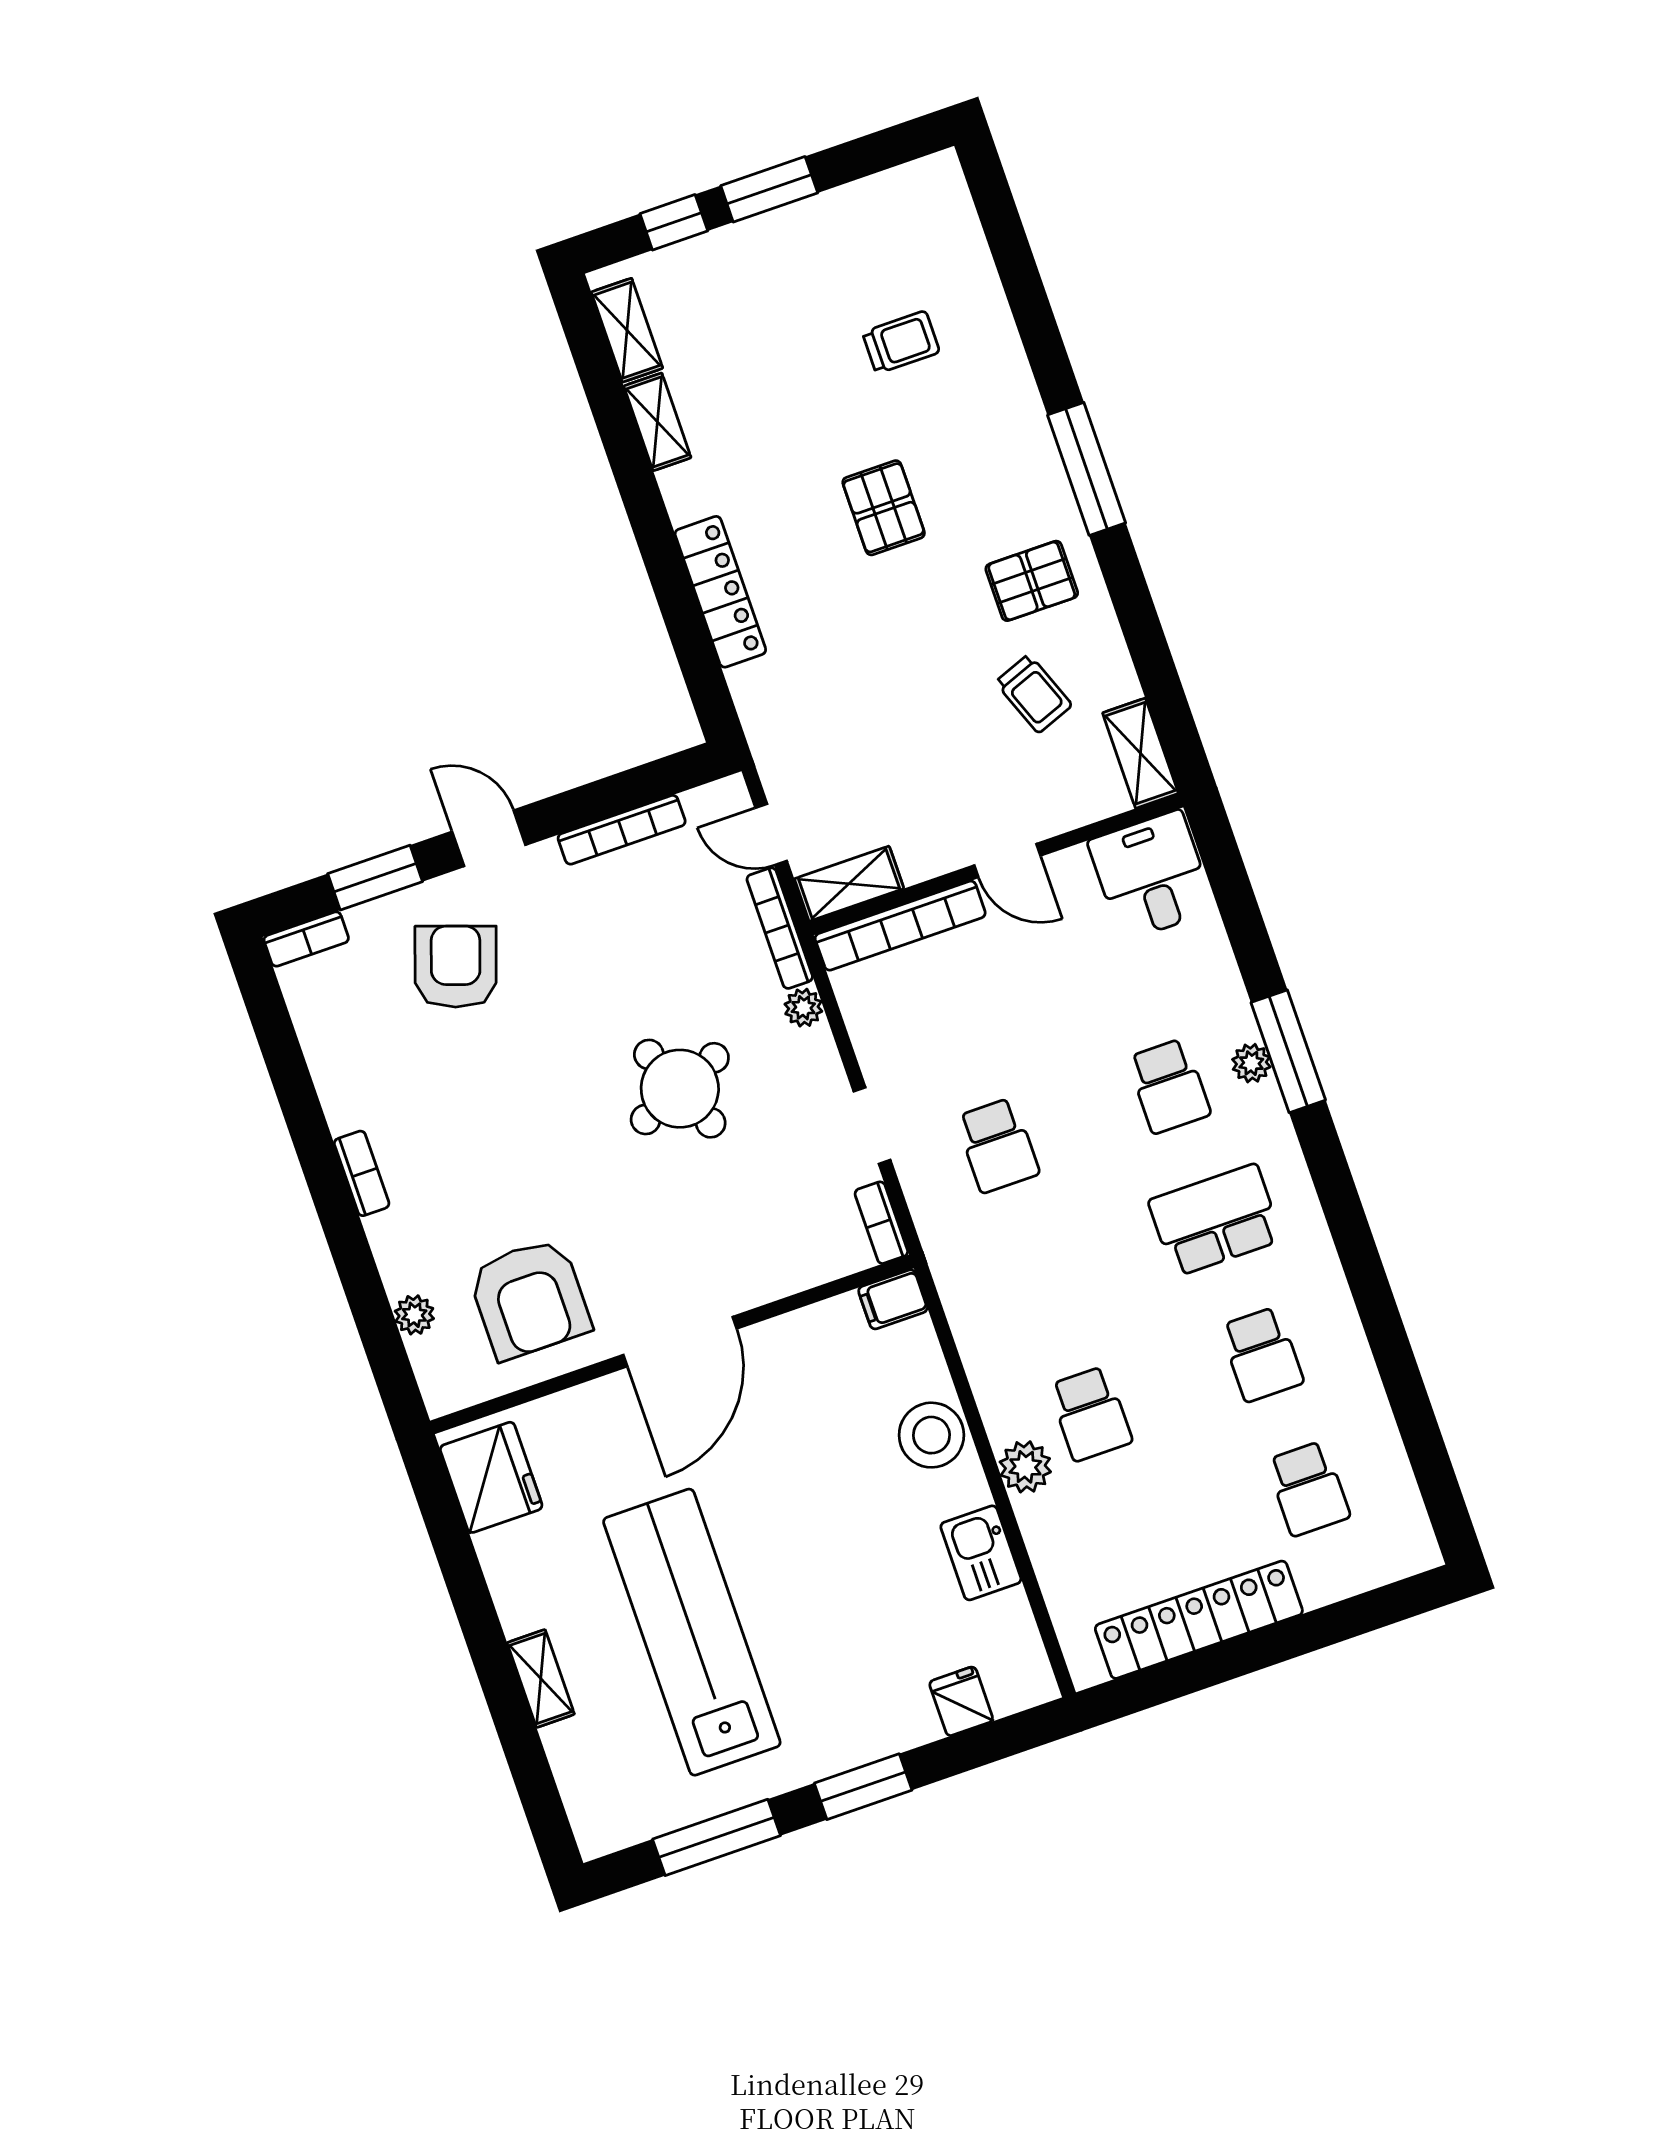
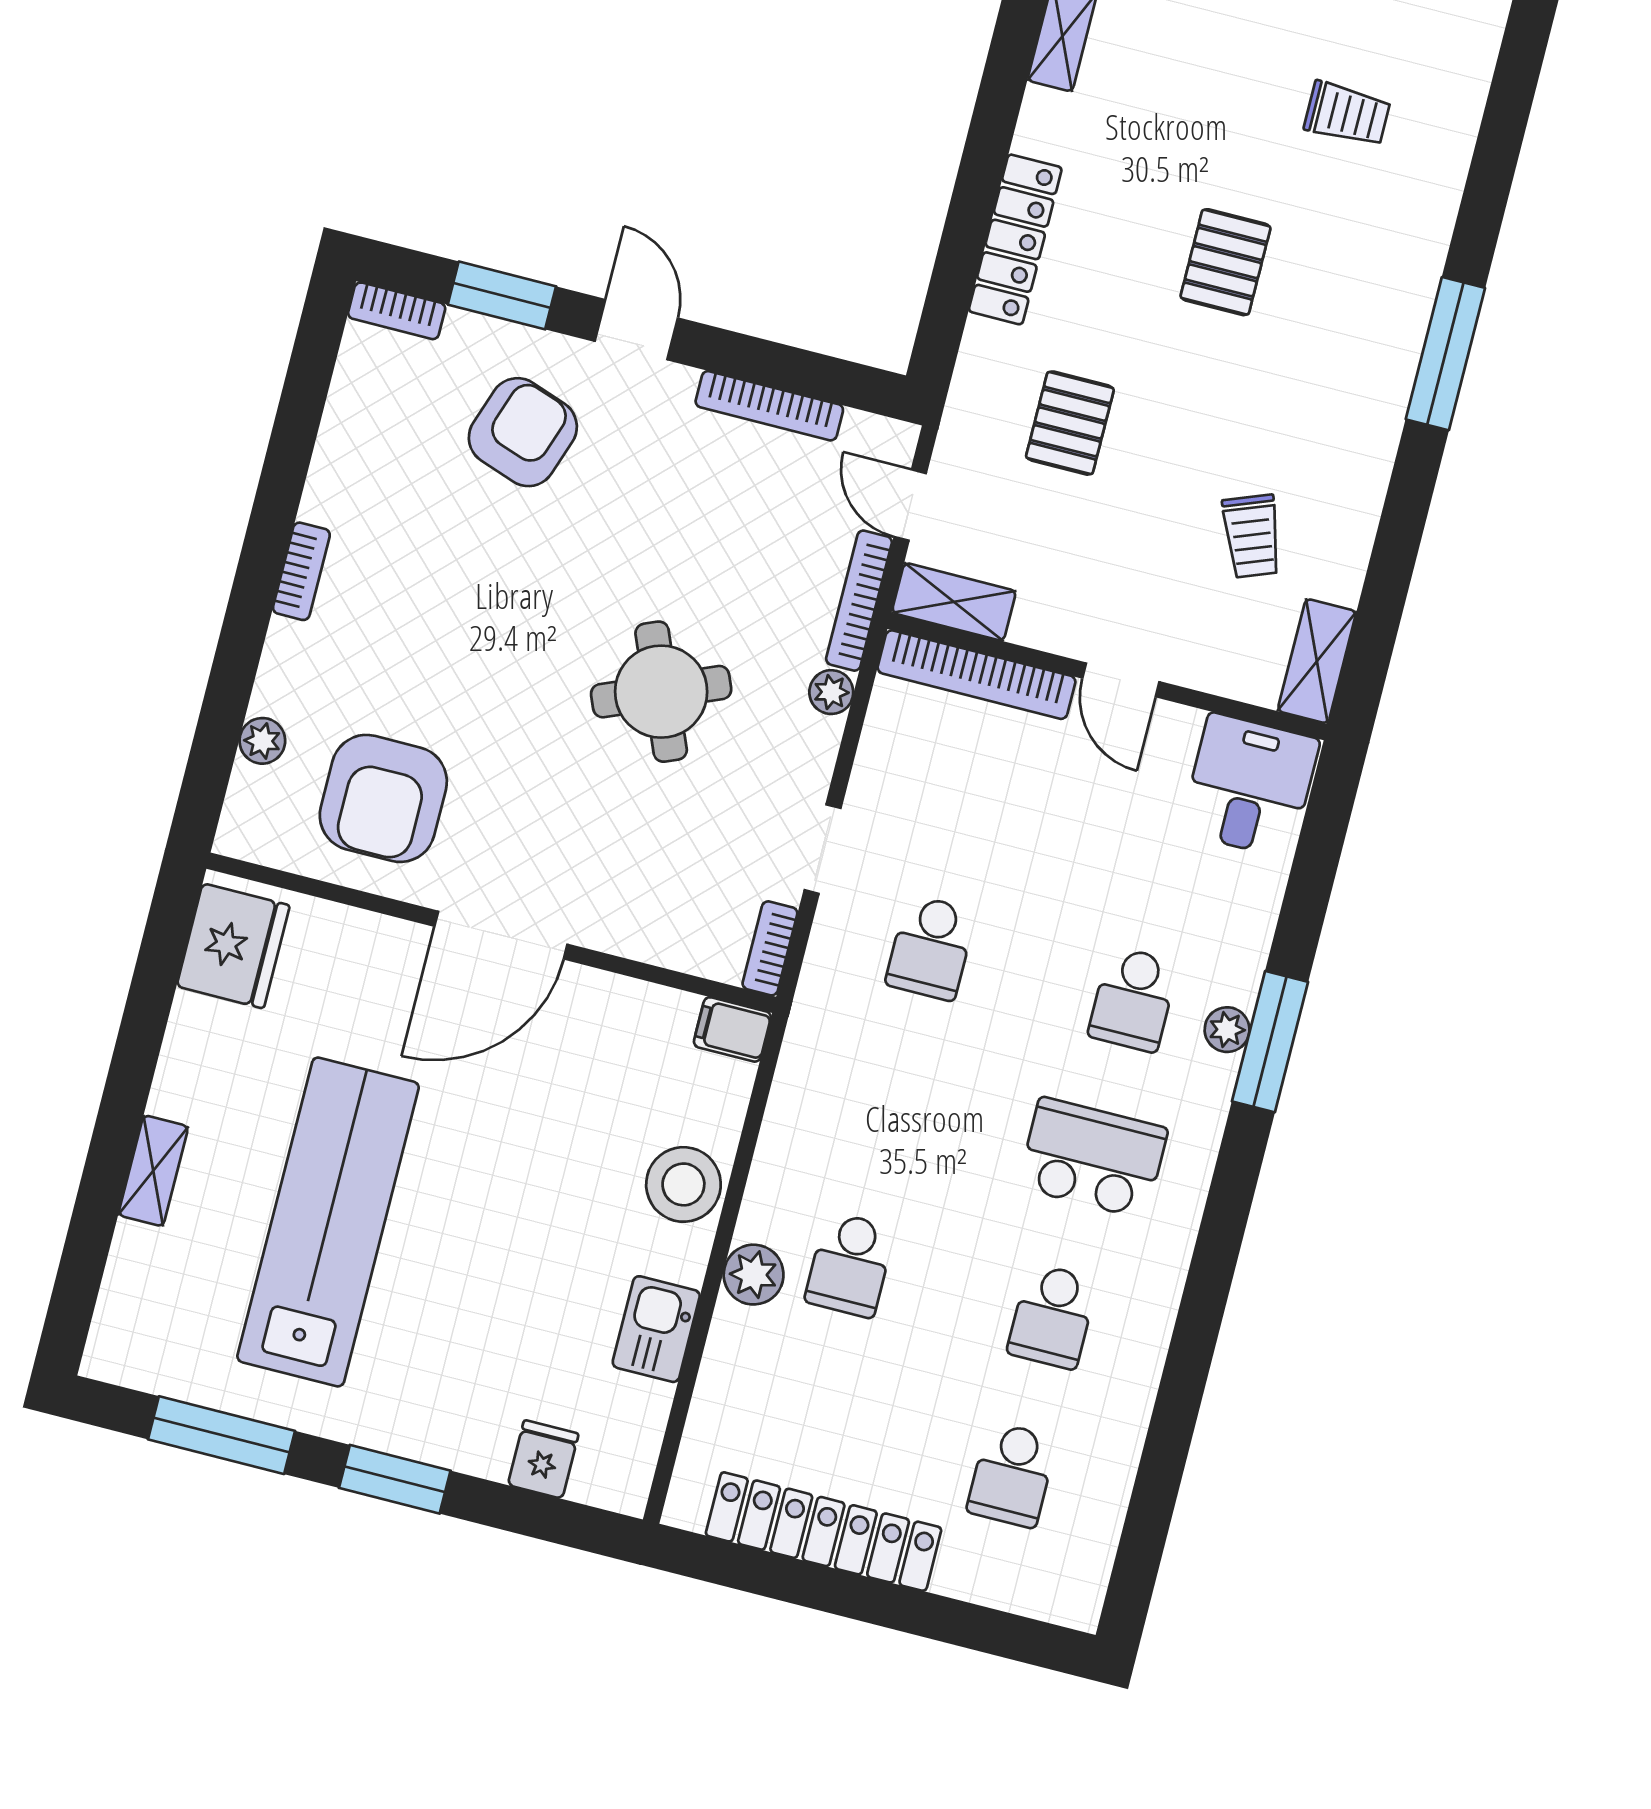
pallet: (1032, 581) -> (1070, 423), moved, turned 90

